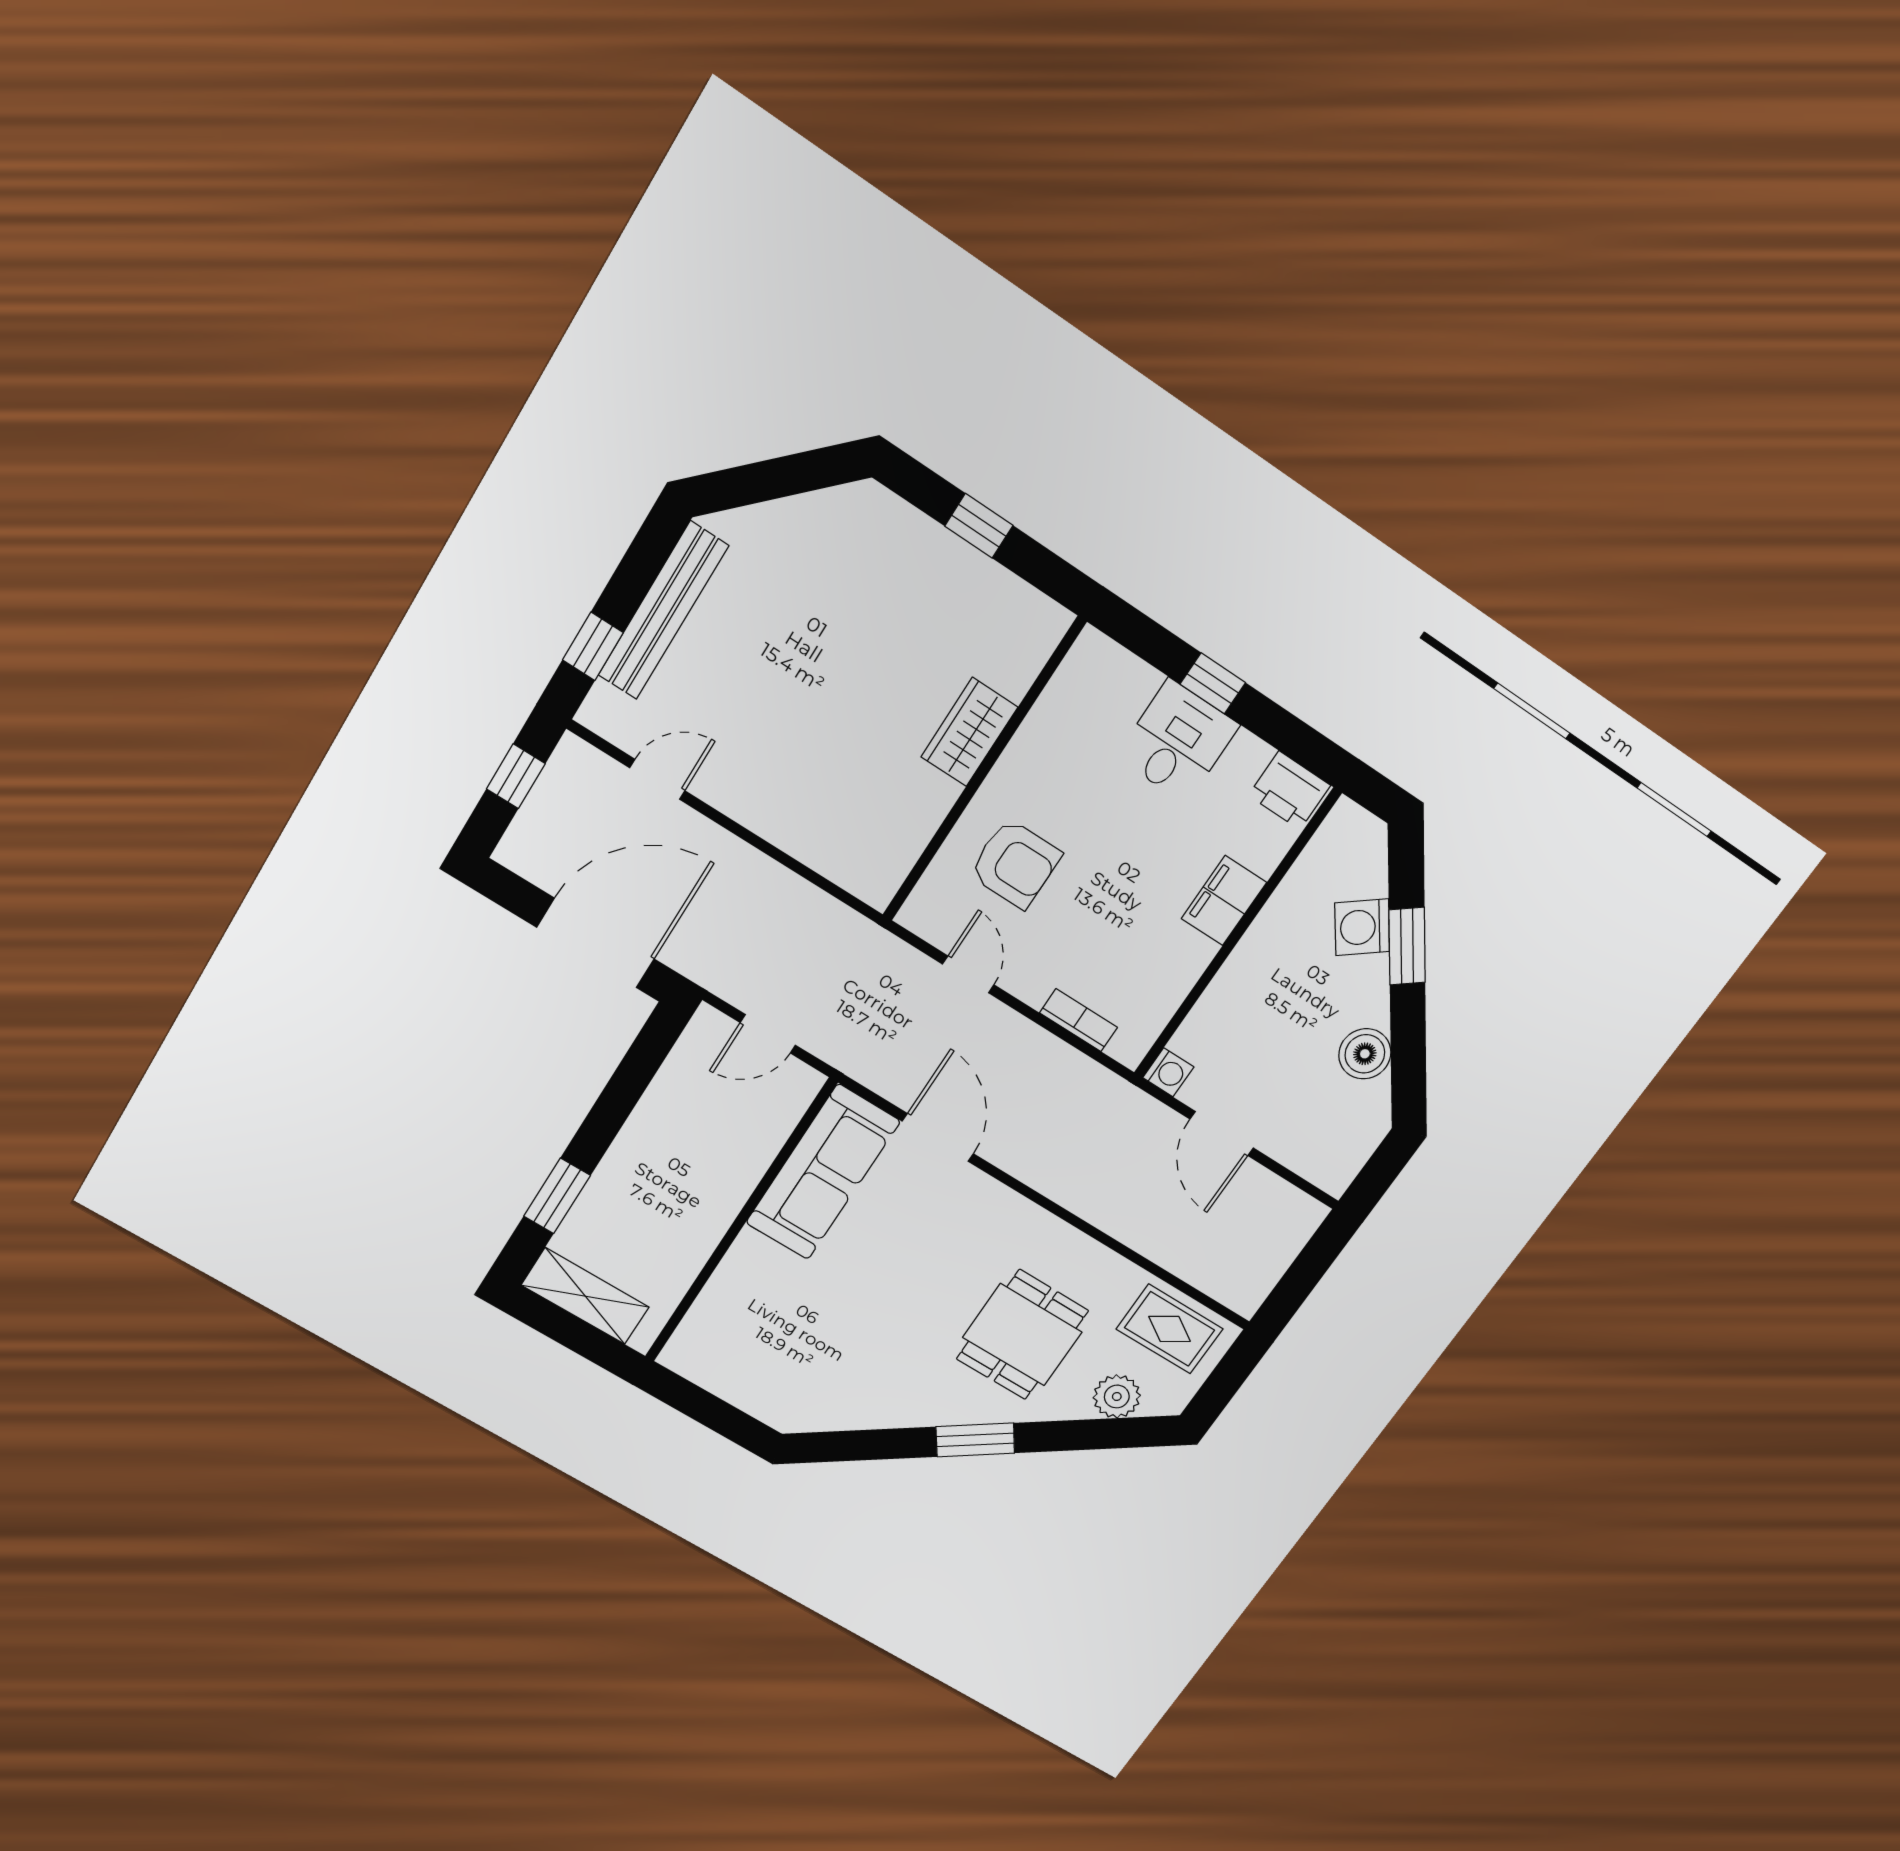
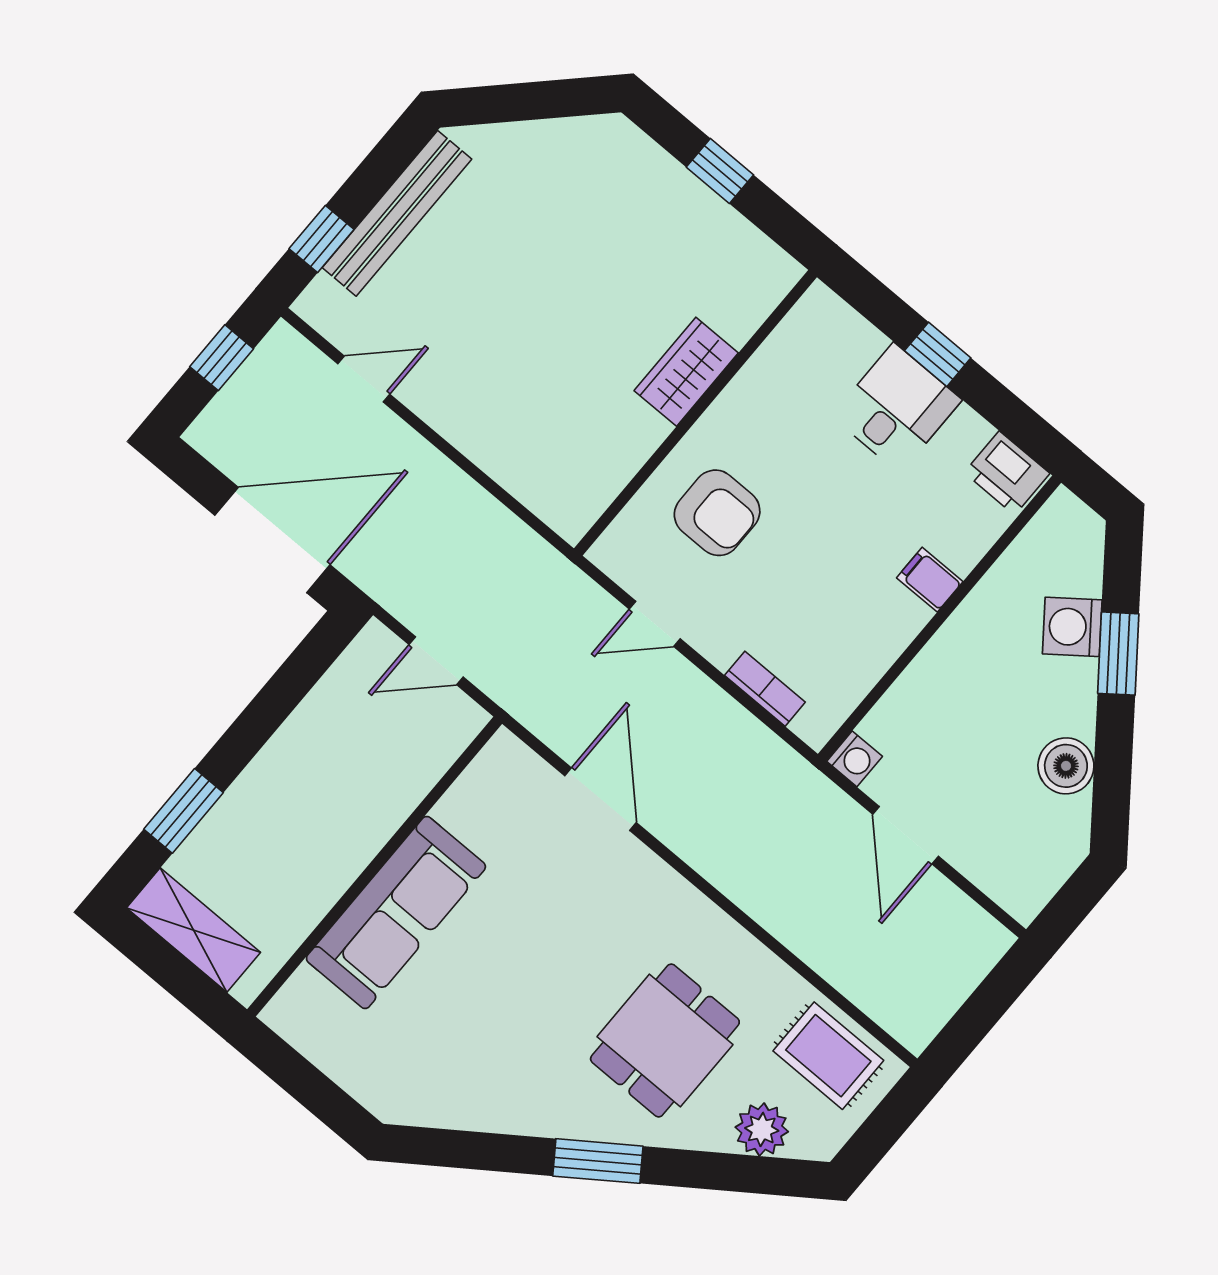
filing cabinet: (1224, 901) -> (930, 580), width x0.50
door: (968, 974) -> (655, 624), swing flipped
sofa: (823, 1172) -> (396, 912), moved

